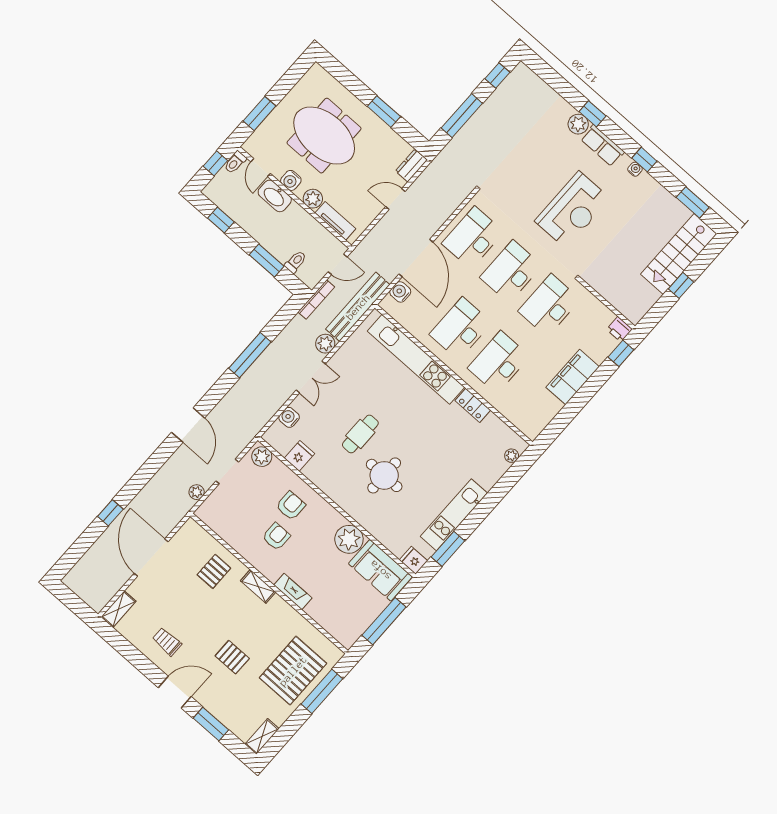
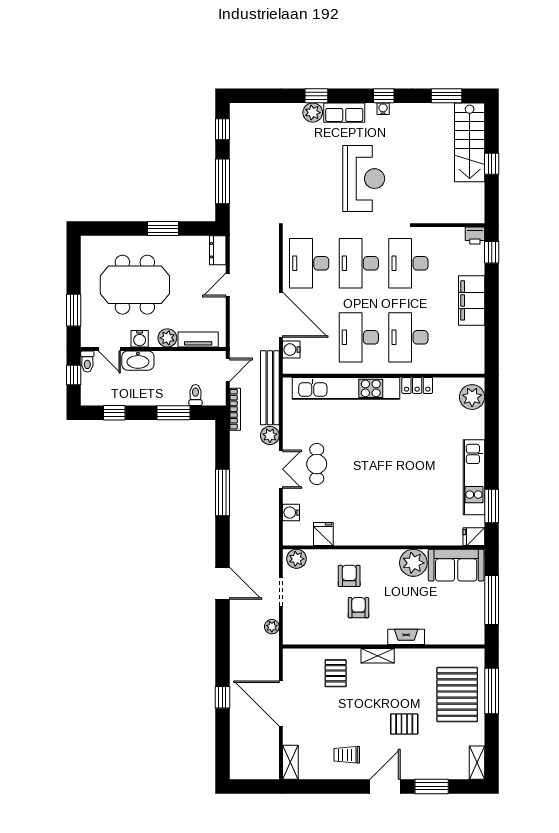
cafe table: (360, 434) -> (317, 464), moved
plant: (512, 456) -> (472, 397), width x1.88, depth x1.88
round table: (384, 475) -> (398, 494), removed

